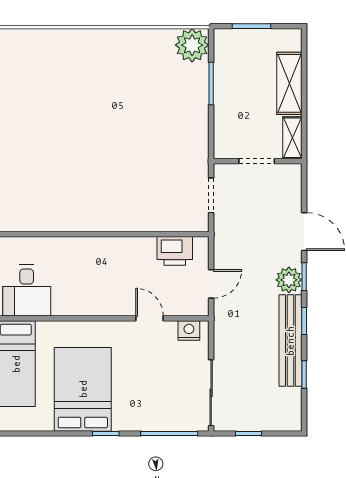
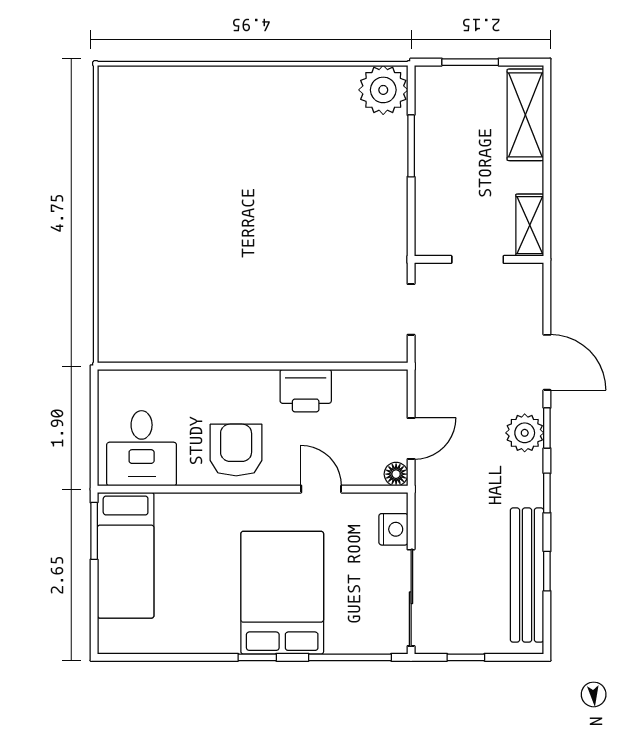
shelving: (289, 83) -> (525, 115), moved
printer: (175, 251) -> (306, 391), moved
armchair: (91, 292) -> (236, 450), added
floor lamp: (201, 308) -> (396, 474), added
nightstand: (189, 330) -> (393, 529), moved, turned 90
bench: (290, 341) -> (527, 575), moved
bed: (83, 389) -> (282, 593), moved

